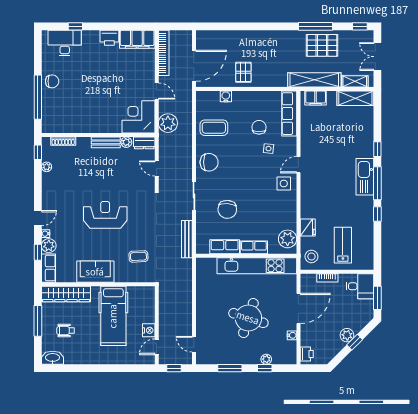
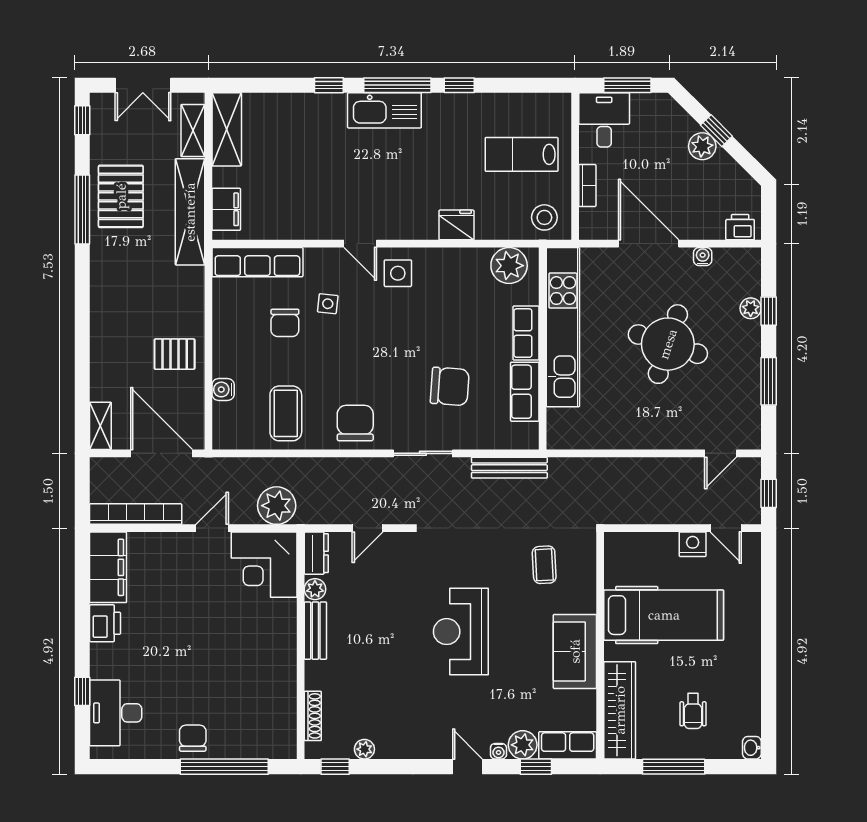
shelving: (208, 35) -> (100, 426), added
chair: (259, 127) -> (285, 323), turned -90
fridge: (308, 227) -> (456, 225), moved
washbasin: (53, 358) -> (752, 748), width x0.52, depth x0.69

